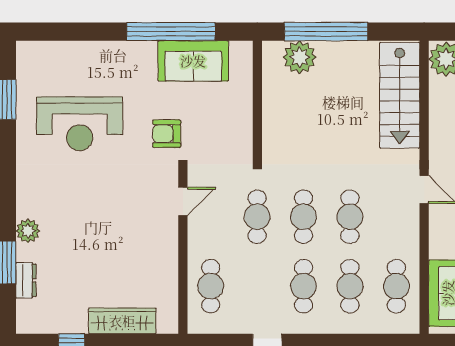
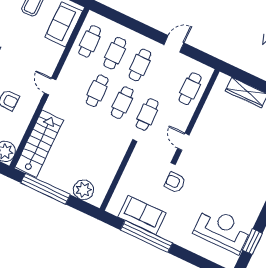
window: (326, 32) -> (45, 189), moved
reception desk: (80, 124) -> (222, 230), moved
armchair: (167, 134) -> (175, 182), turned 180
door: (183, 201) -> (183, 142), hinge flipped

